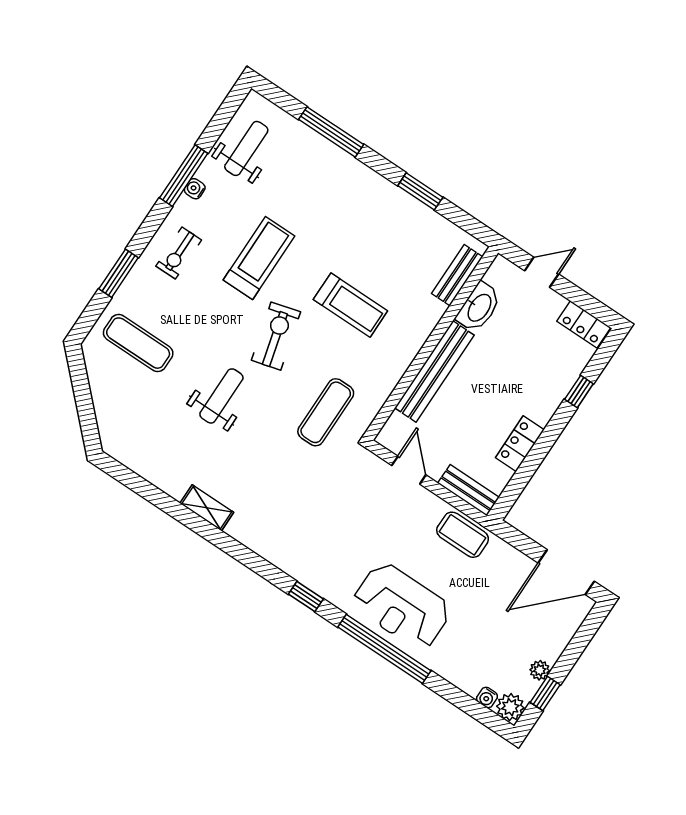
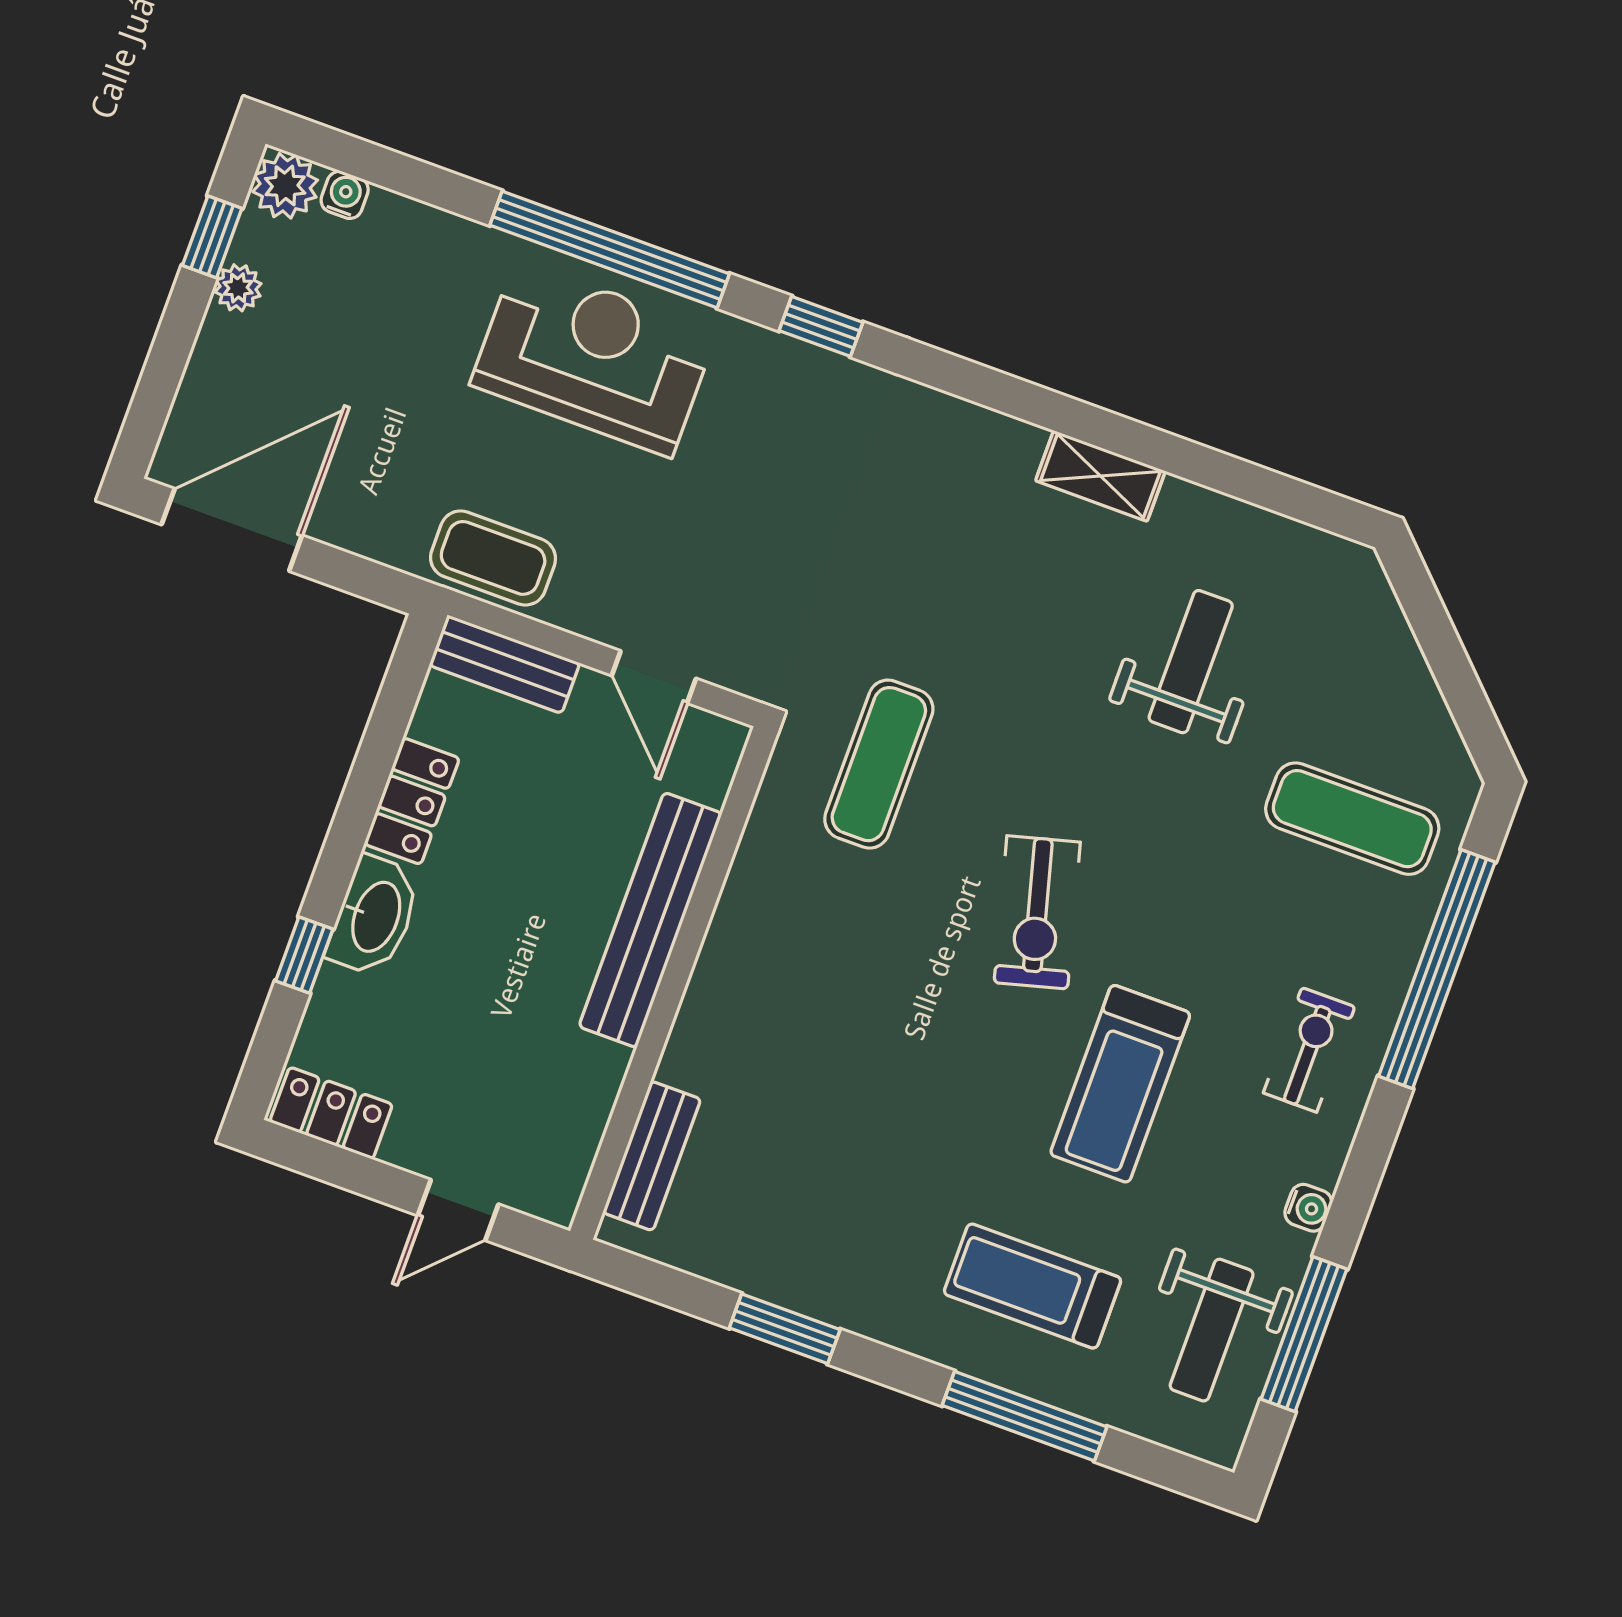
window: (184, 176) -> (1304, 1334), moved
window: (119, 273) -> (1437, 969), width x2.11
treadmill: (350, 305) -> (1033, 1286), moved
washbasin: (479, 307) -> (374, 916), moved, turned 180
weight bench: (221, 396) -> (1191, 662), moved, turned 180

